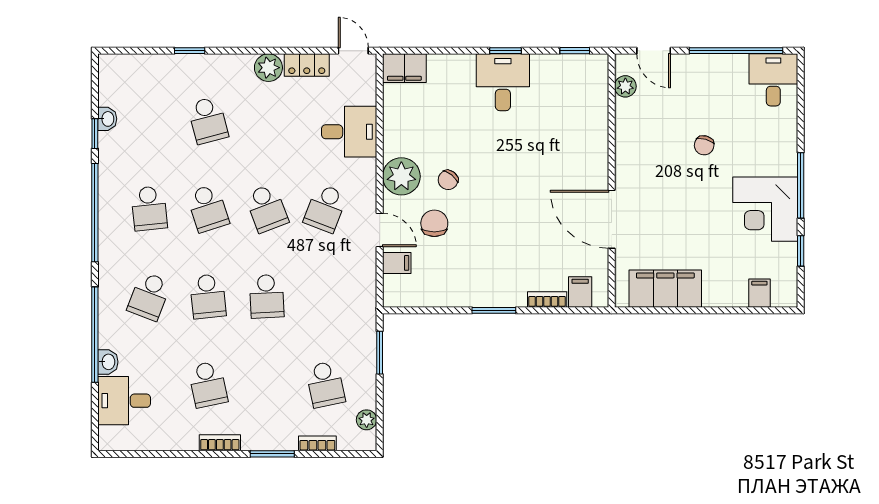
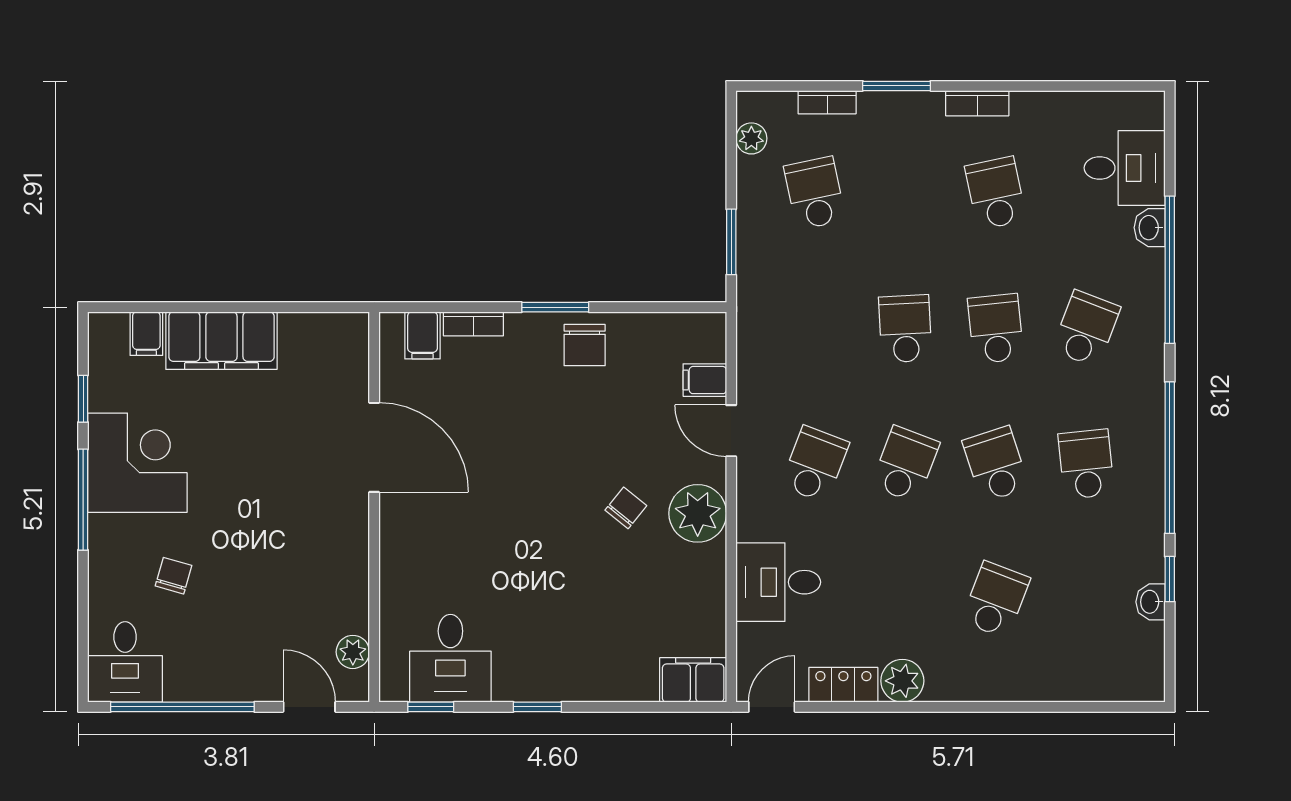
window: (190, 51) -> (1024, 707), removed
door: (353, 51) -> (772, 707), swing flipped
desk: (503, 82) -> (450, 658), moved
school desk: (208, 120) -> (996, 600), turned 36
chair: (704, 145) -> (174, 576), moved
school desk: (267, 208) -> (905, 464), turned 42
chair: (434, 223) -> (585, 345), moved
filing cabinet: (665, 289) -> (221, 341), moved

